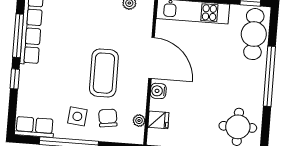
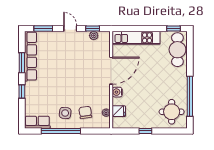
window: (18, 36) -> (22, 63), width x0.69
door: (152, 58) -> (111, 71), hinge flipped
coffee table: (104, 73) -> (80, 83), removed
window: (269, 76) -> (190, 96), moved

